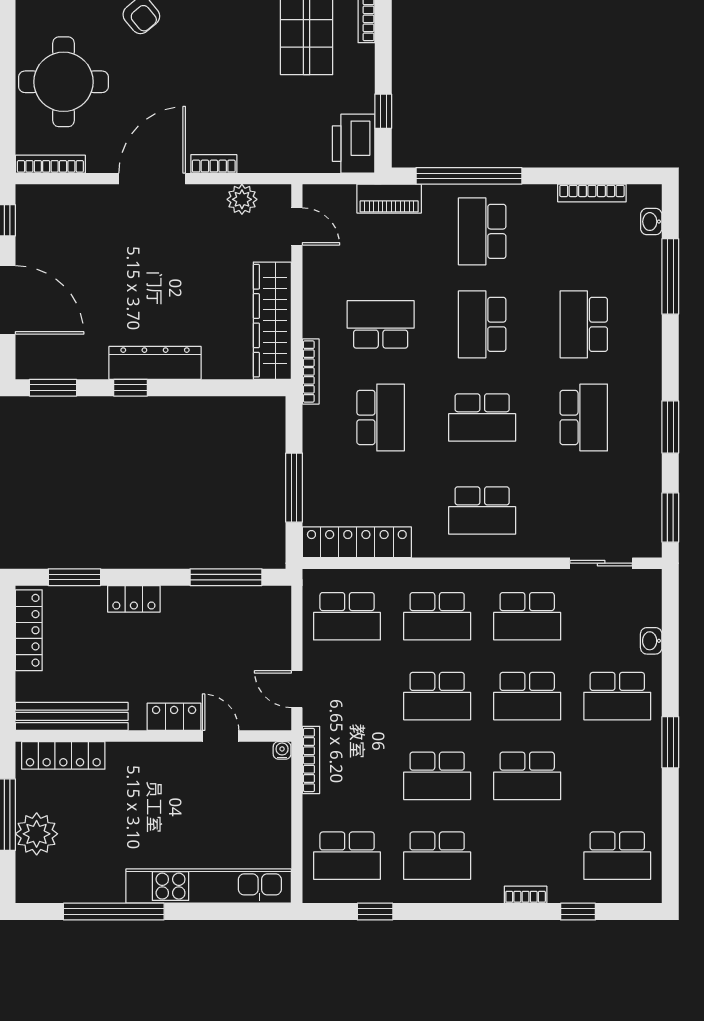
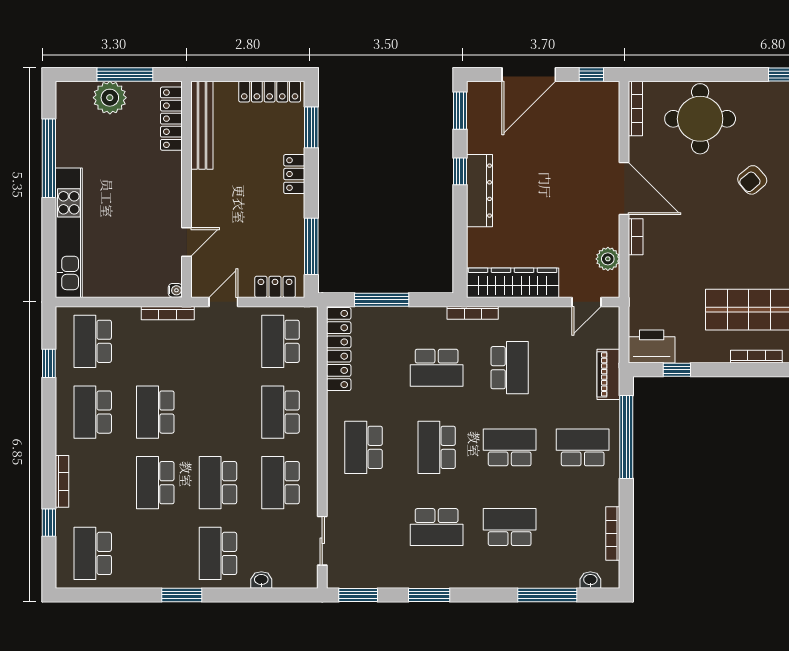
school desk: (437, 696) -> (218, 412), removed
locker: (174, 717) -> (275, 287), moved, turned -90
bookcase: (526, 895) -> (62, 481), width x1.56

